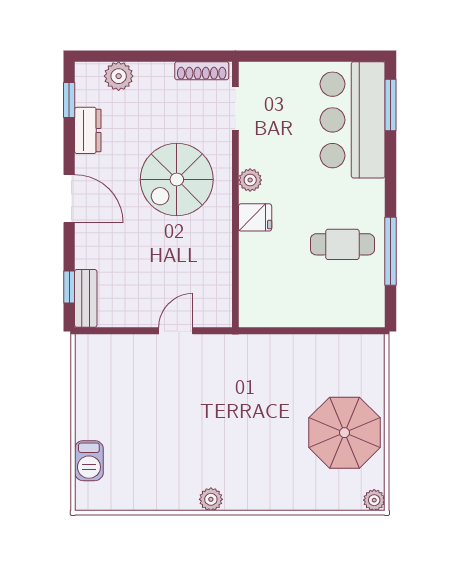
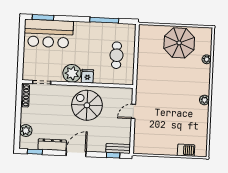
dresser: (88, 130) -> (52, 145), width x1.44
spiral stairs: (177, 179) -> (87, 105), moved, turned 180
plant: (250, 180) -> (72, 73), width x1.87, depth x1.87
cafe table: (342, 244) -> (116, 55), moved
door: (176, 331) -> (133, 111), hinge flipped
plant: (374, 500) -> (207, 59), moved

